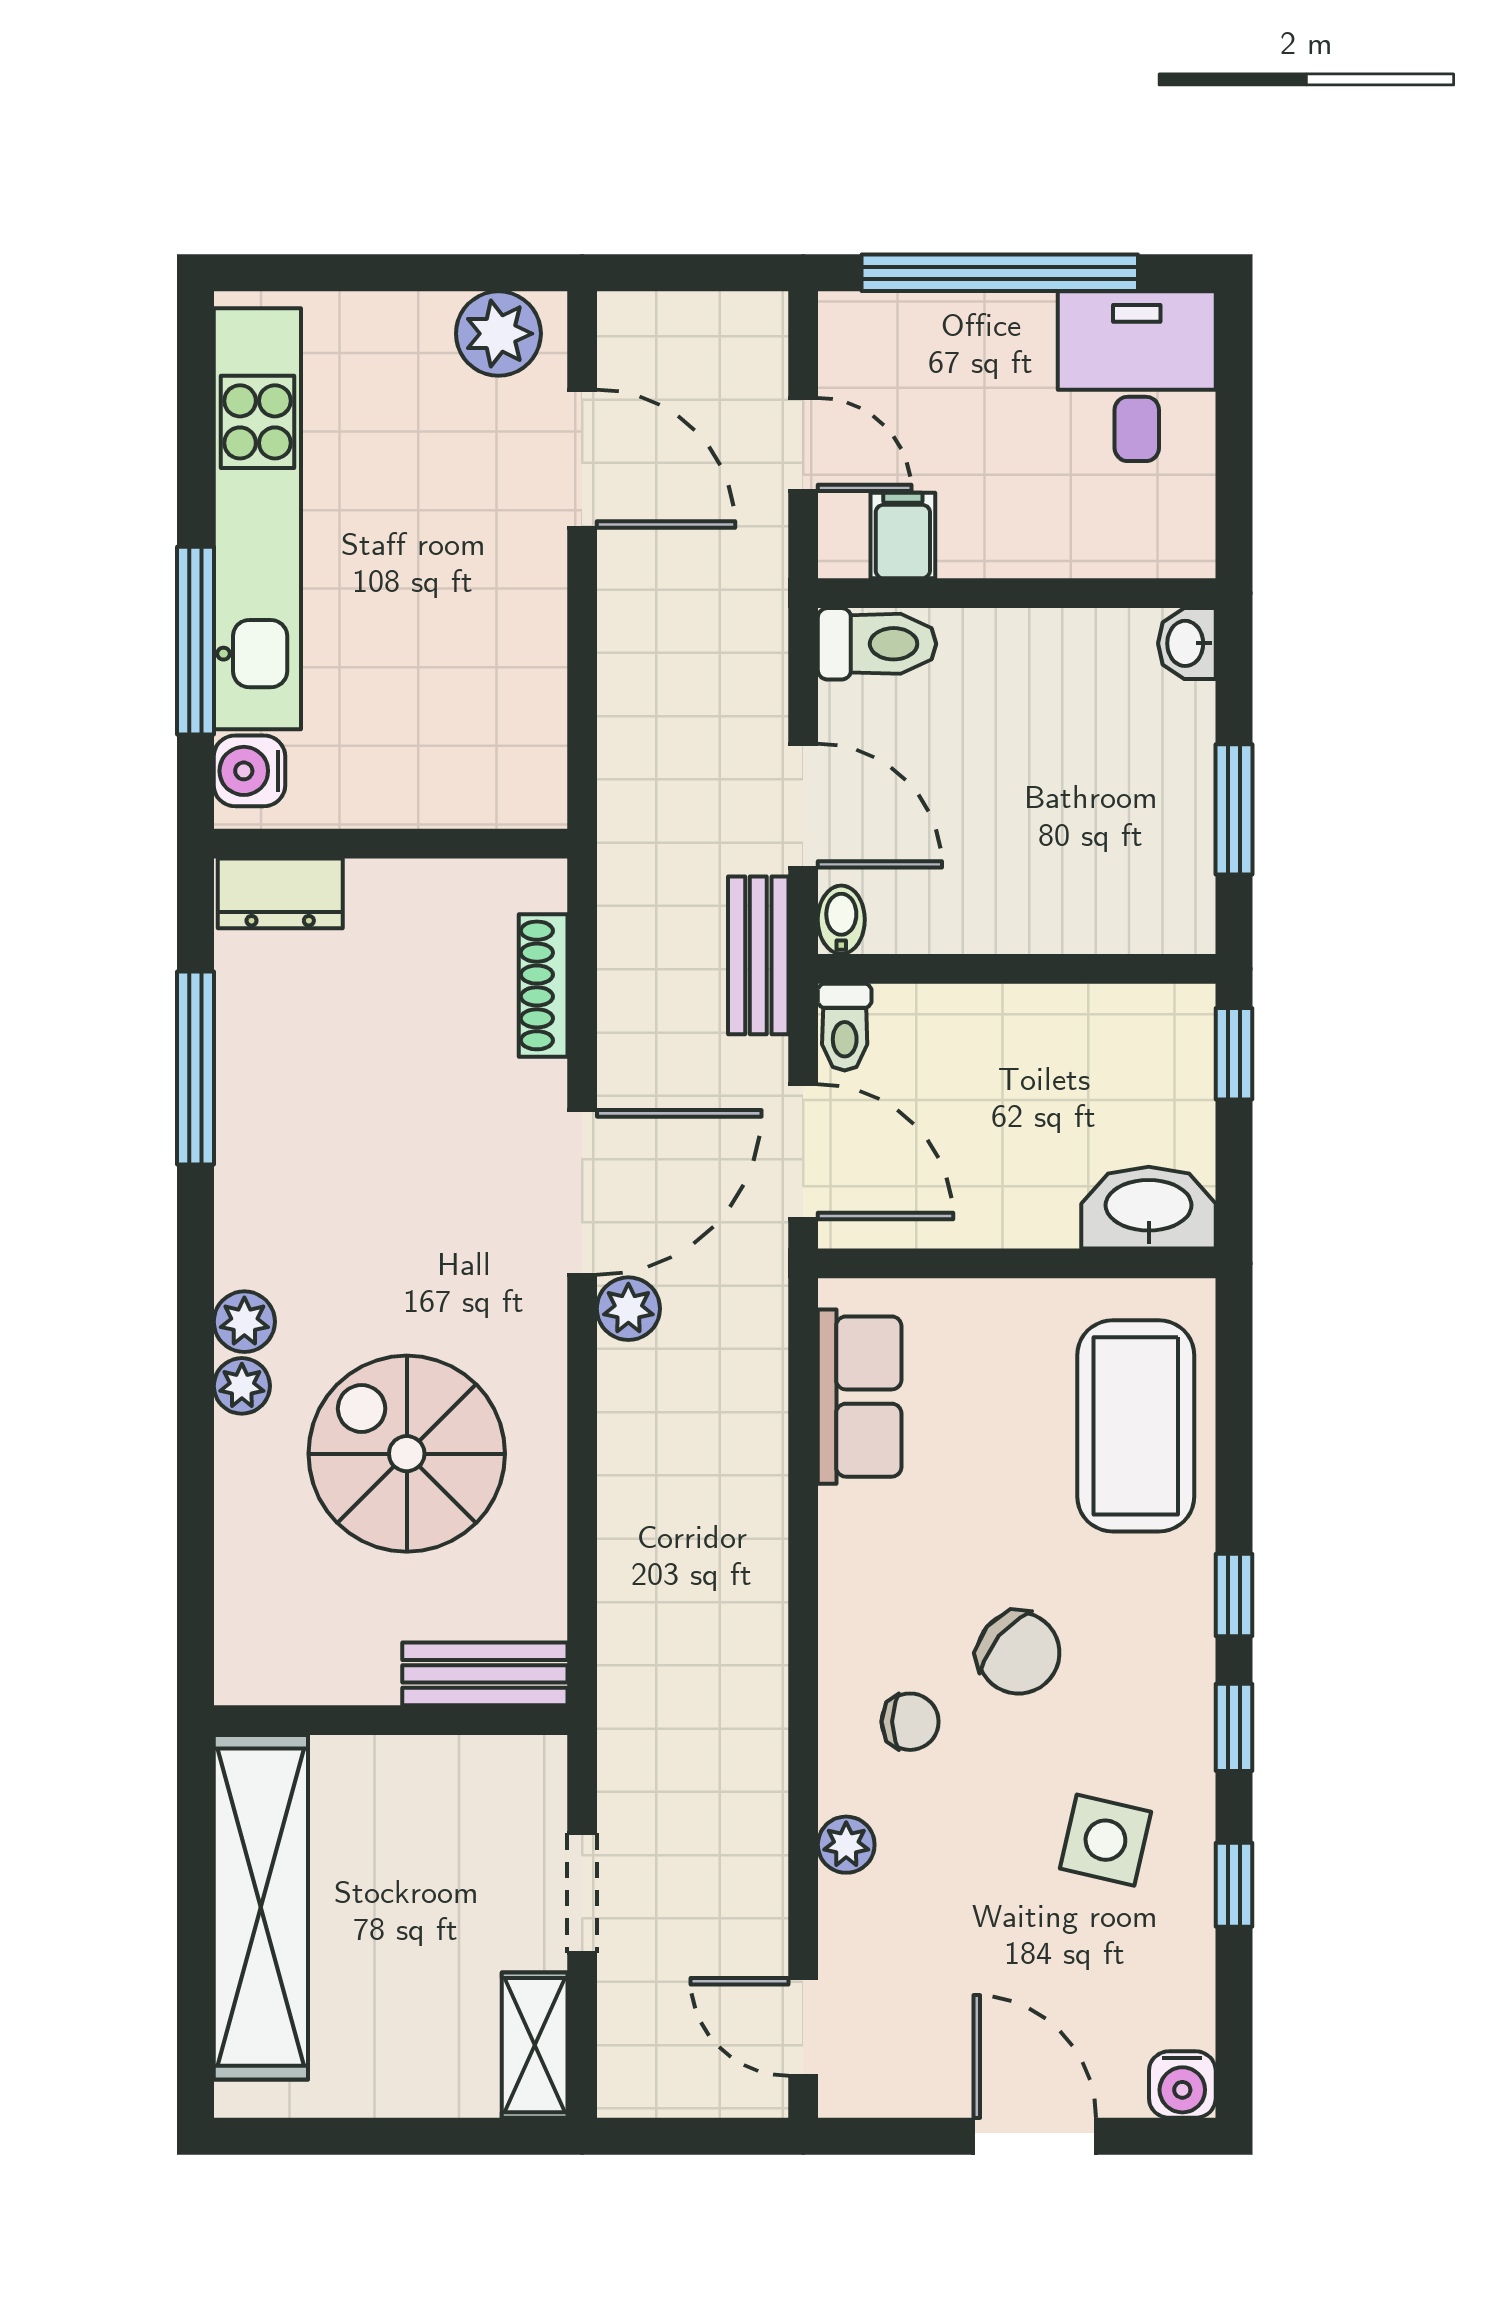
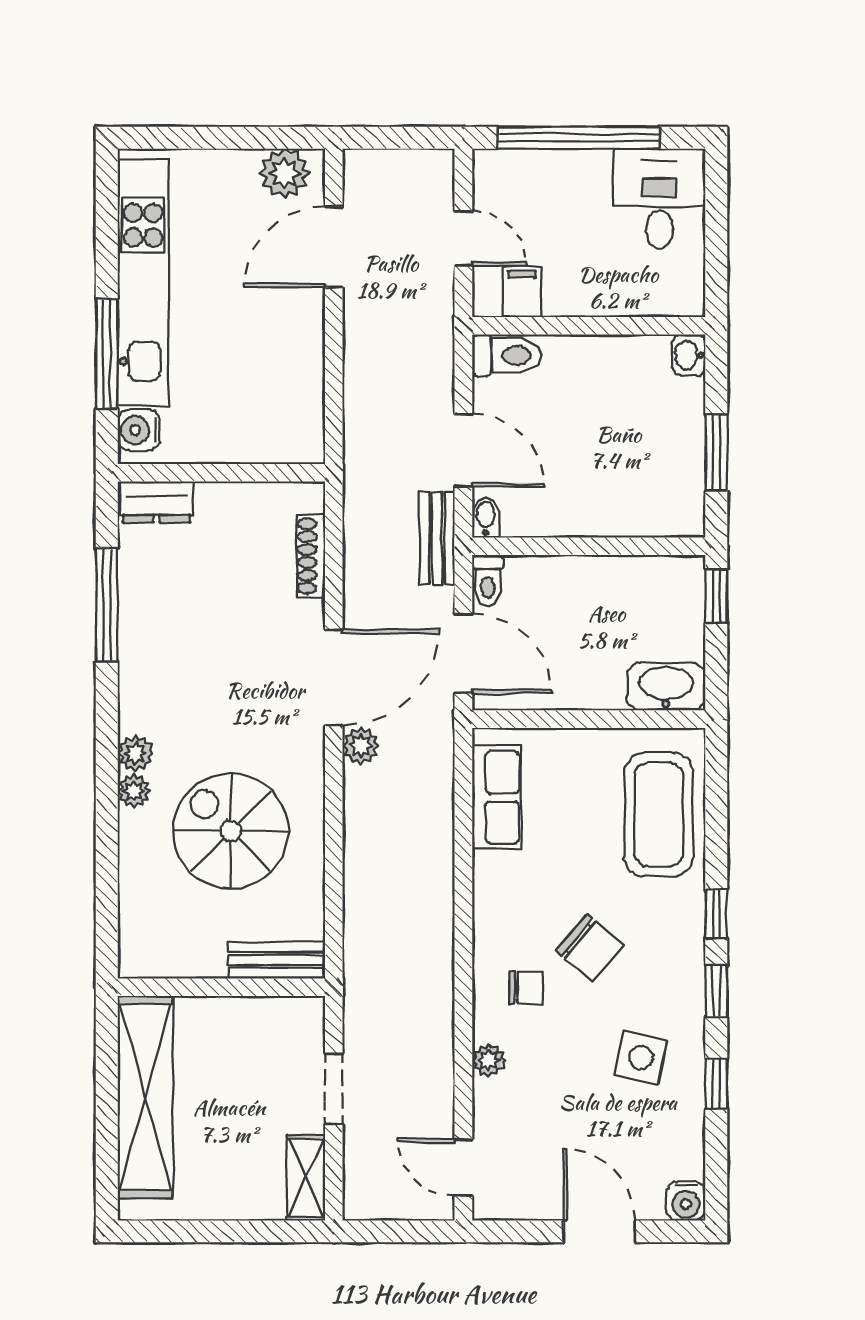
door: (582, 459) -> (334, 247), swing flipped

